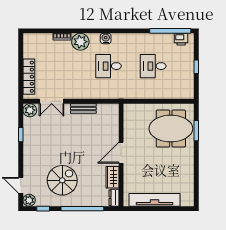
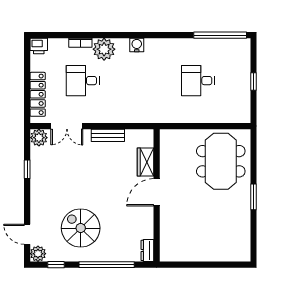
printer: (181, 39) -> (39, 46), moved
desk: (108, 66) -> (83, 81), moved
meeting table: (171, 129) -> (221, 161), turned 90
window: (196, 131) -> (253, 197), moved
wardrobe: (113, 177) -> (146, 162), moved
spiral stairs: (62, 180) -> (81, 228), turned -90
tv unit: (154, 200) -> (200, 253), removed

